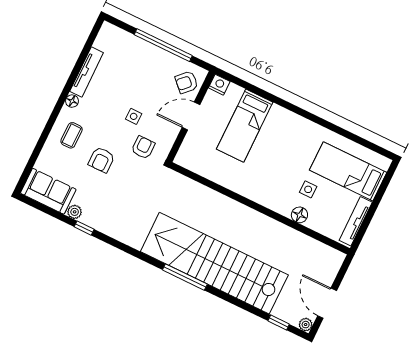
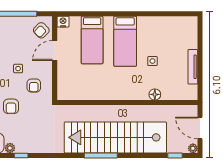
armchair: (143, 147) -> (34, 86), turned 180
bed: (348, 171) -> (125, 41), moved, turned -90
wall: (260, 208) -> (127, 103), moved
floor lamp: (299, 215) -> (155, 94), moved

